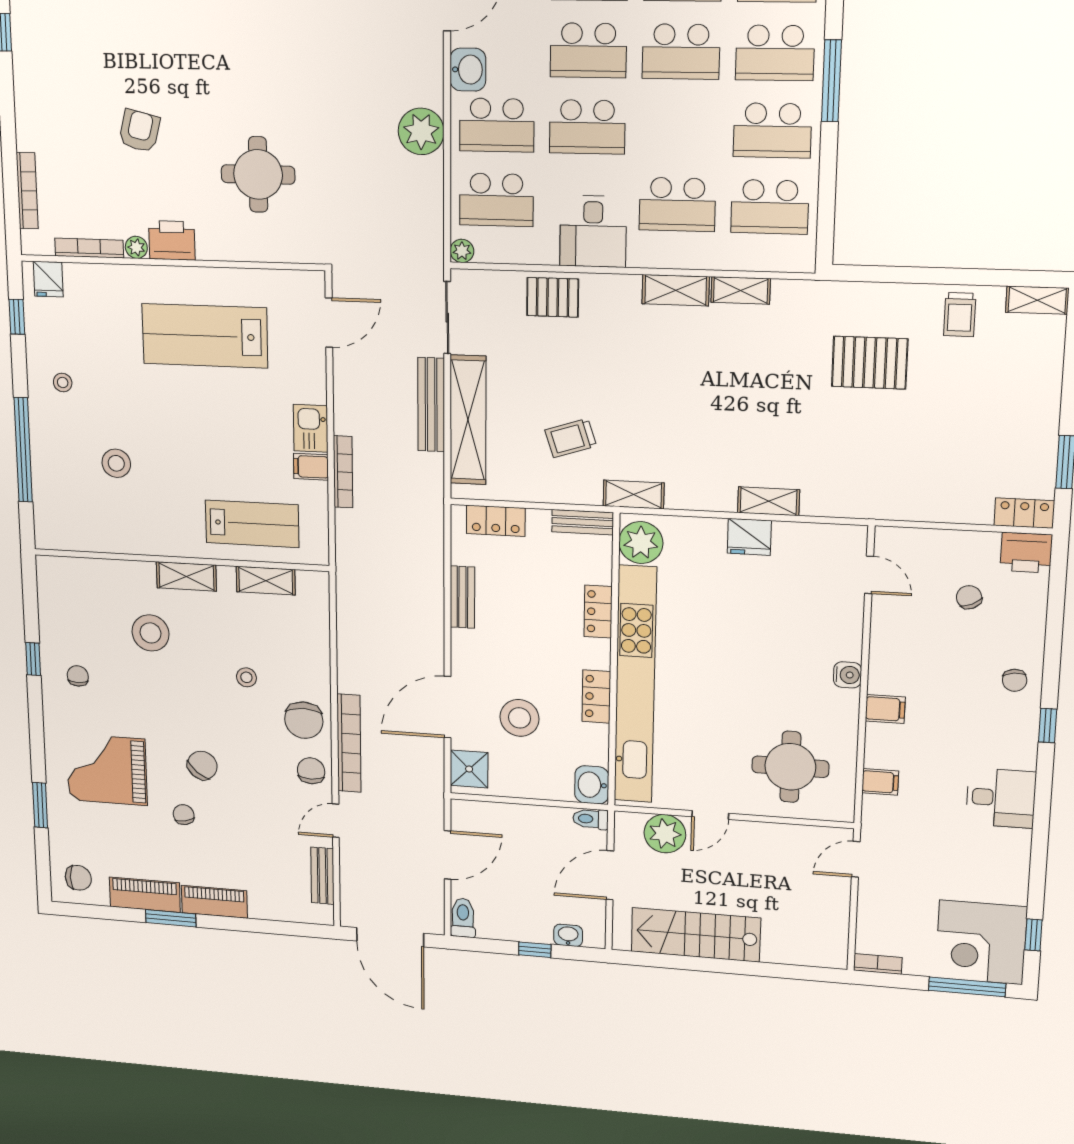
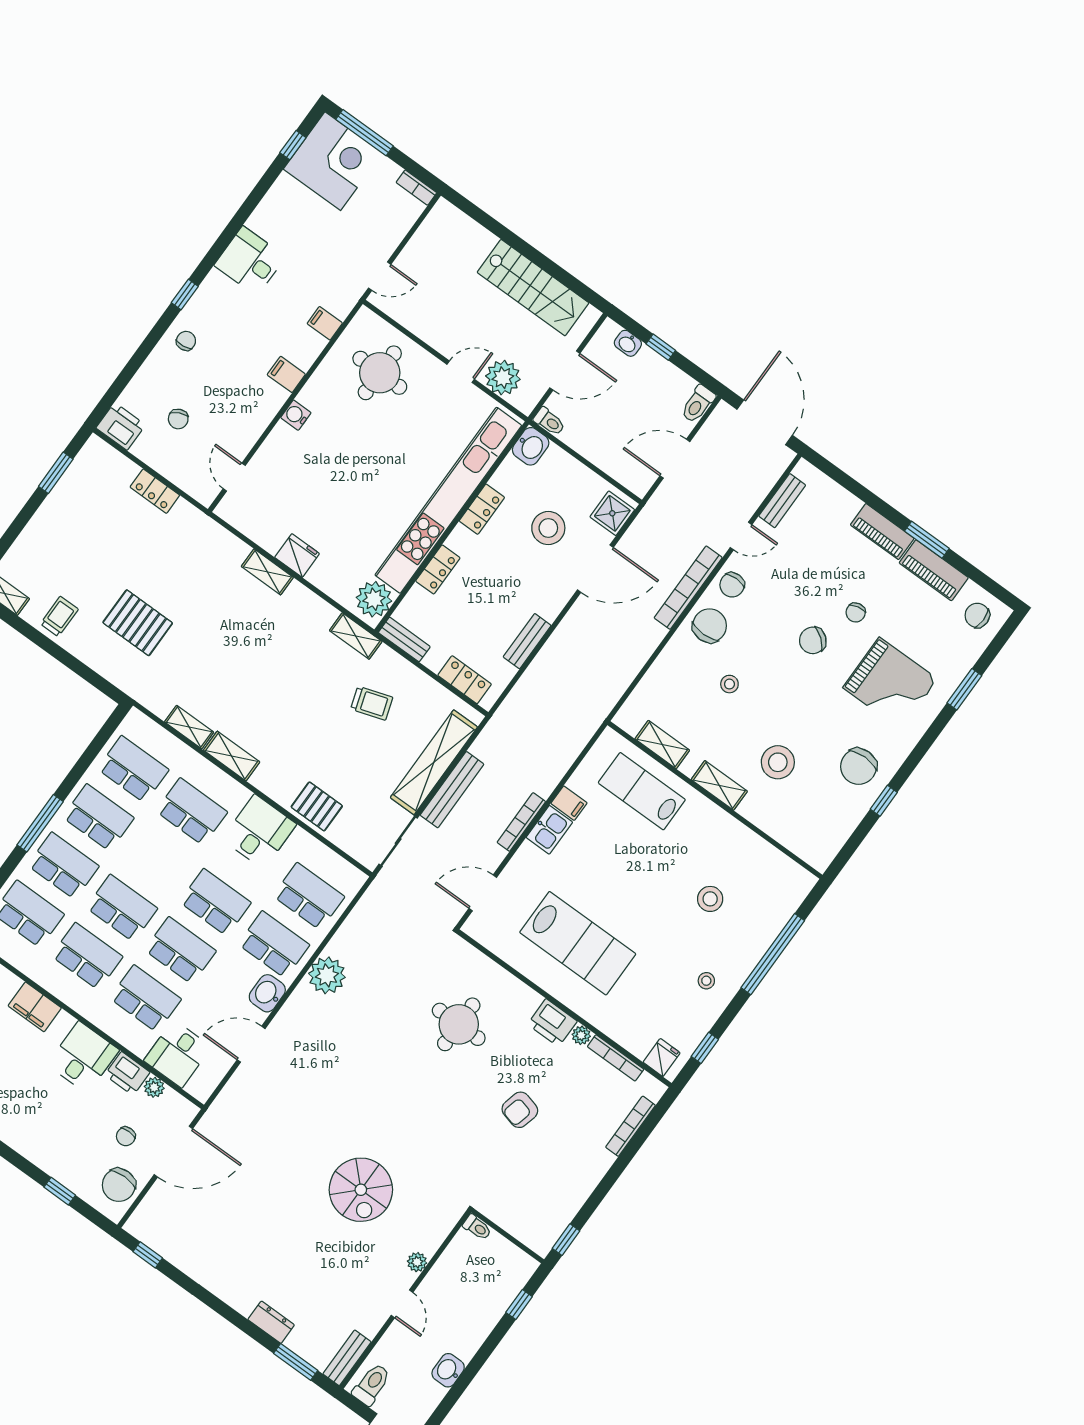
plant: (462, 251) -> (356, 879), removed
bookcase: (343, 472) -> (521, 822), moved
locker: (1024, 513) -> (155, 491), moved
chair: (78, 676) -> (859, 766), width x1.87, depth x1.87

